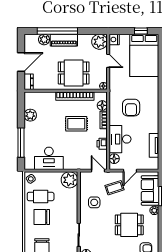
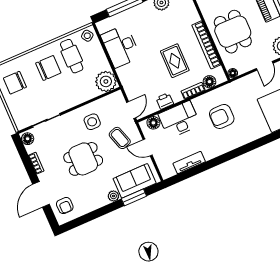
chair: (42, 217) -> (48, 68), turned 90
dining table: (129, 225) -> (83, 159), moved, turned 90

